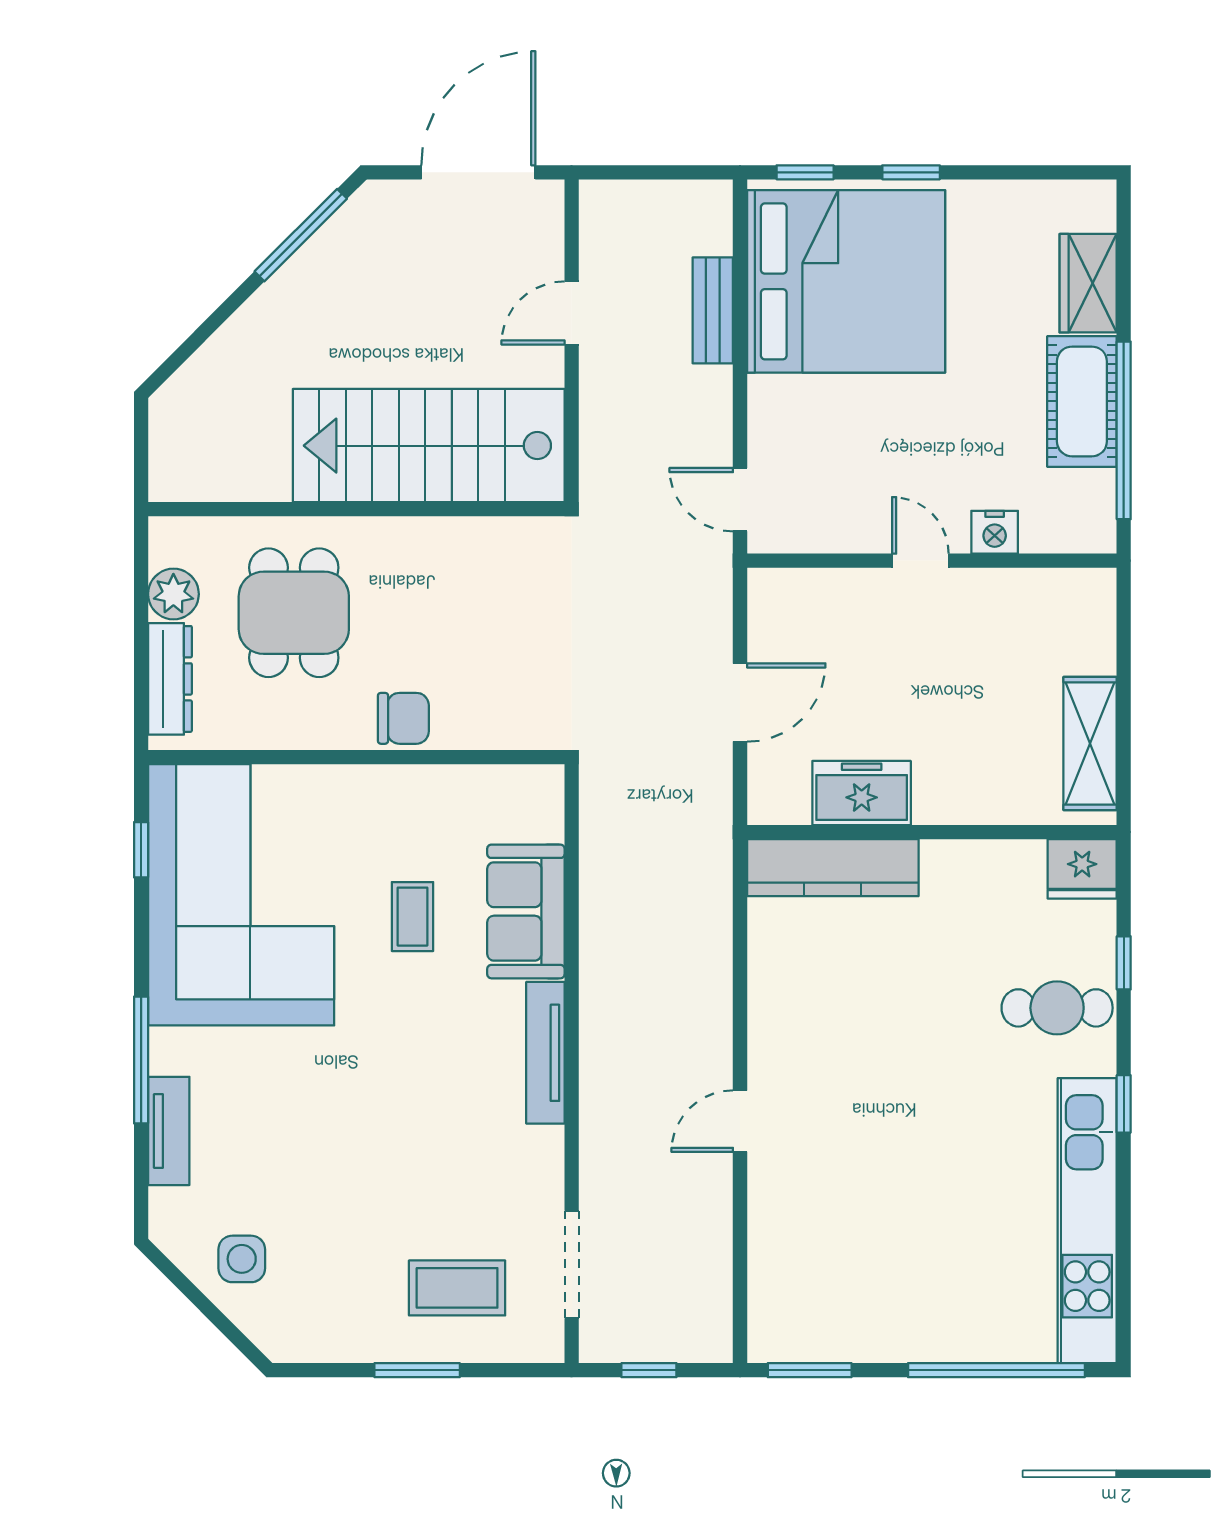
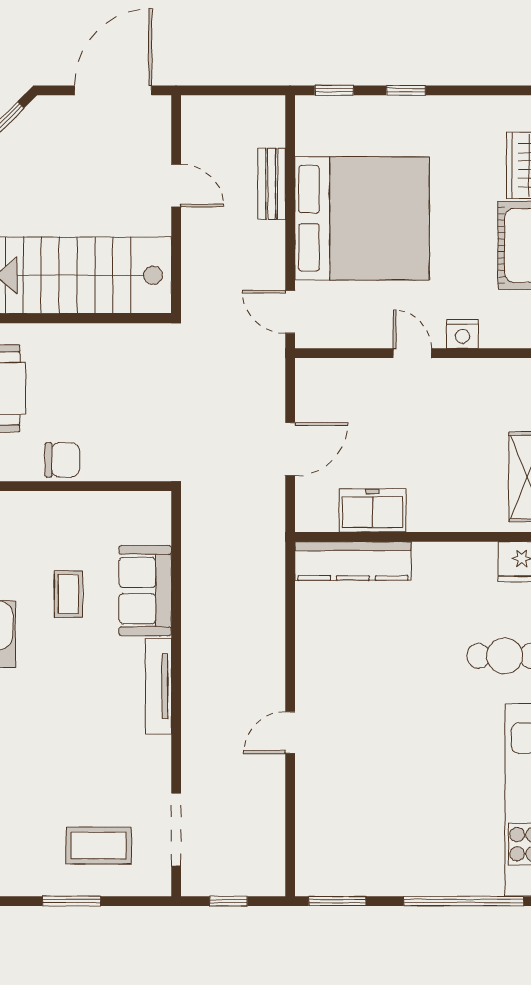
bed: (846, 281) -> (362, 218), moved
door: (572, 313) -> (176, 186), swing flipped

